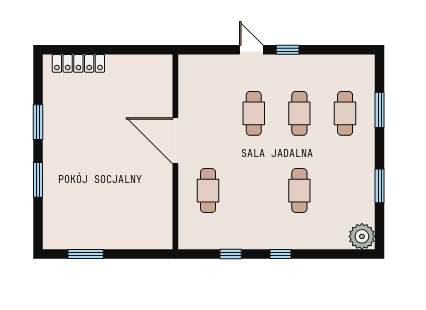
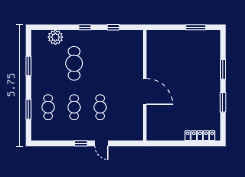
cafe table: (208, 191) -> (126, 63), removed
cafe table: (299, 191) -> (74, 63), width x1.37, depth x1.35
plant: (362, 236) -> (55, 37), moved

